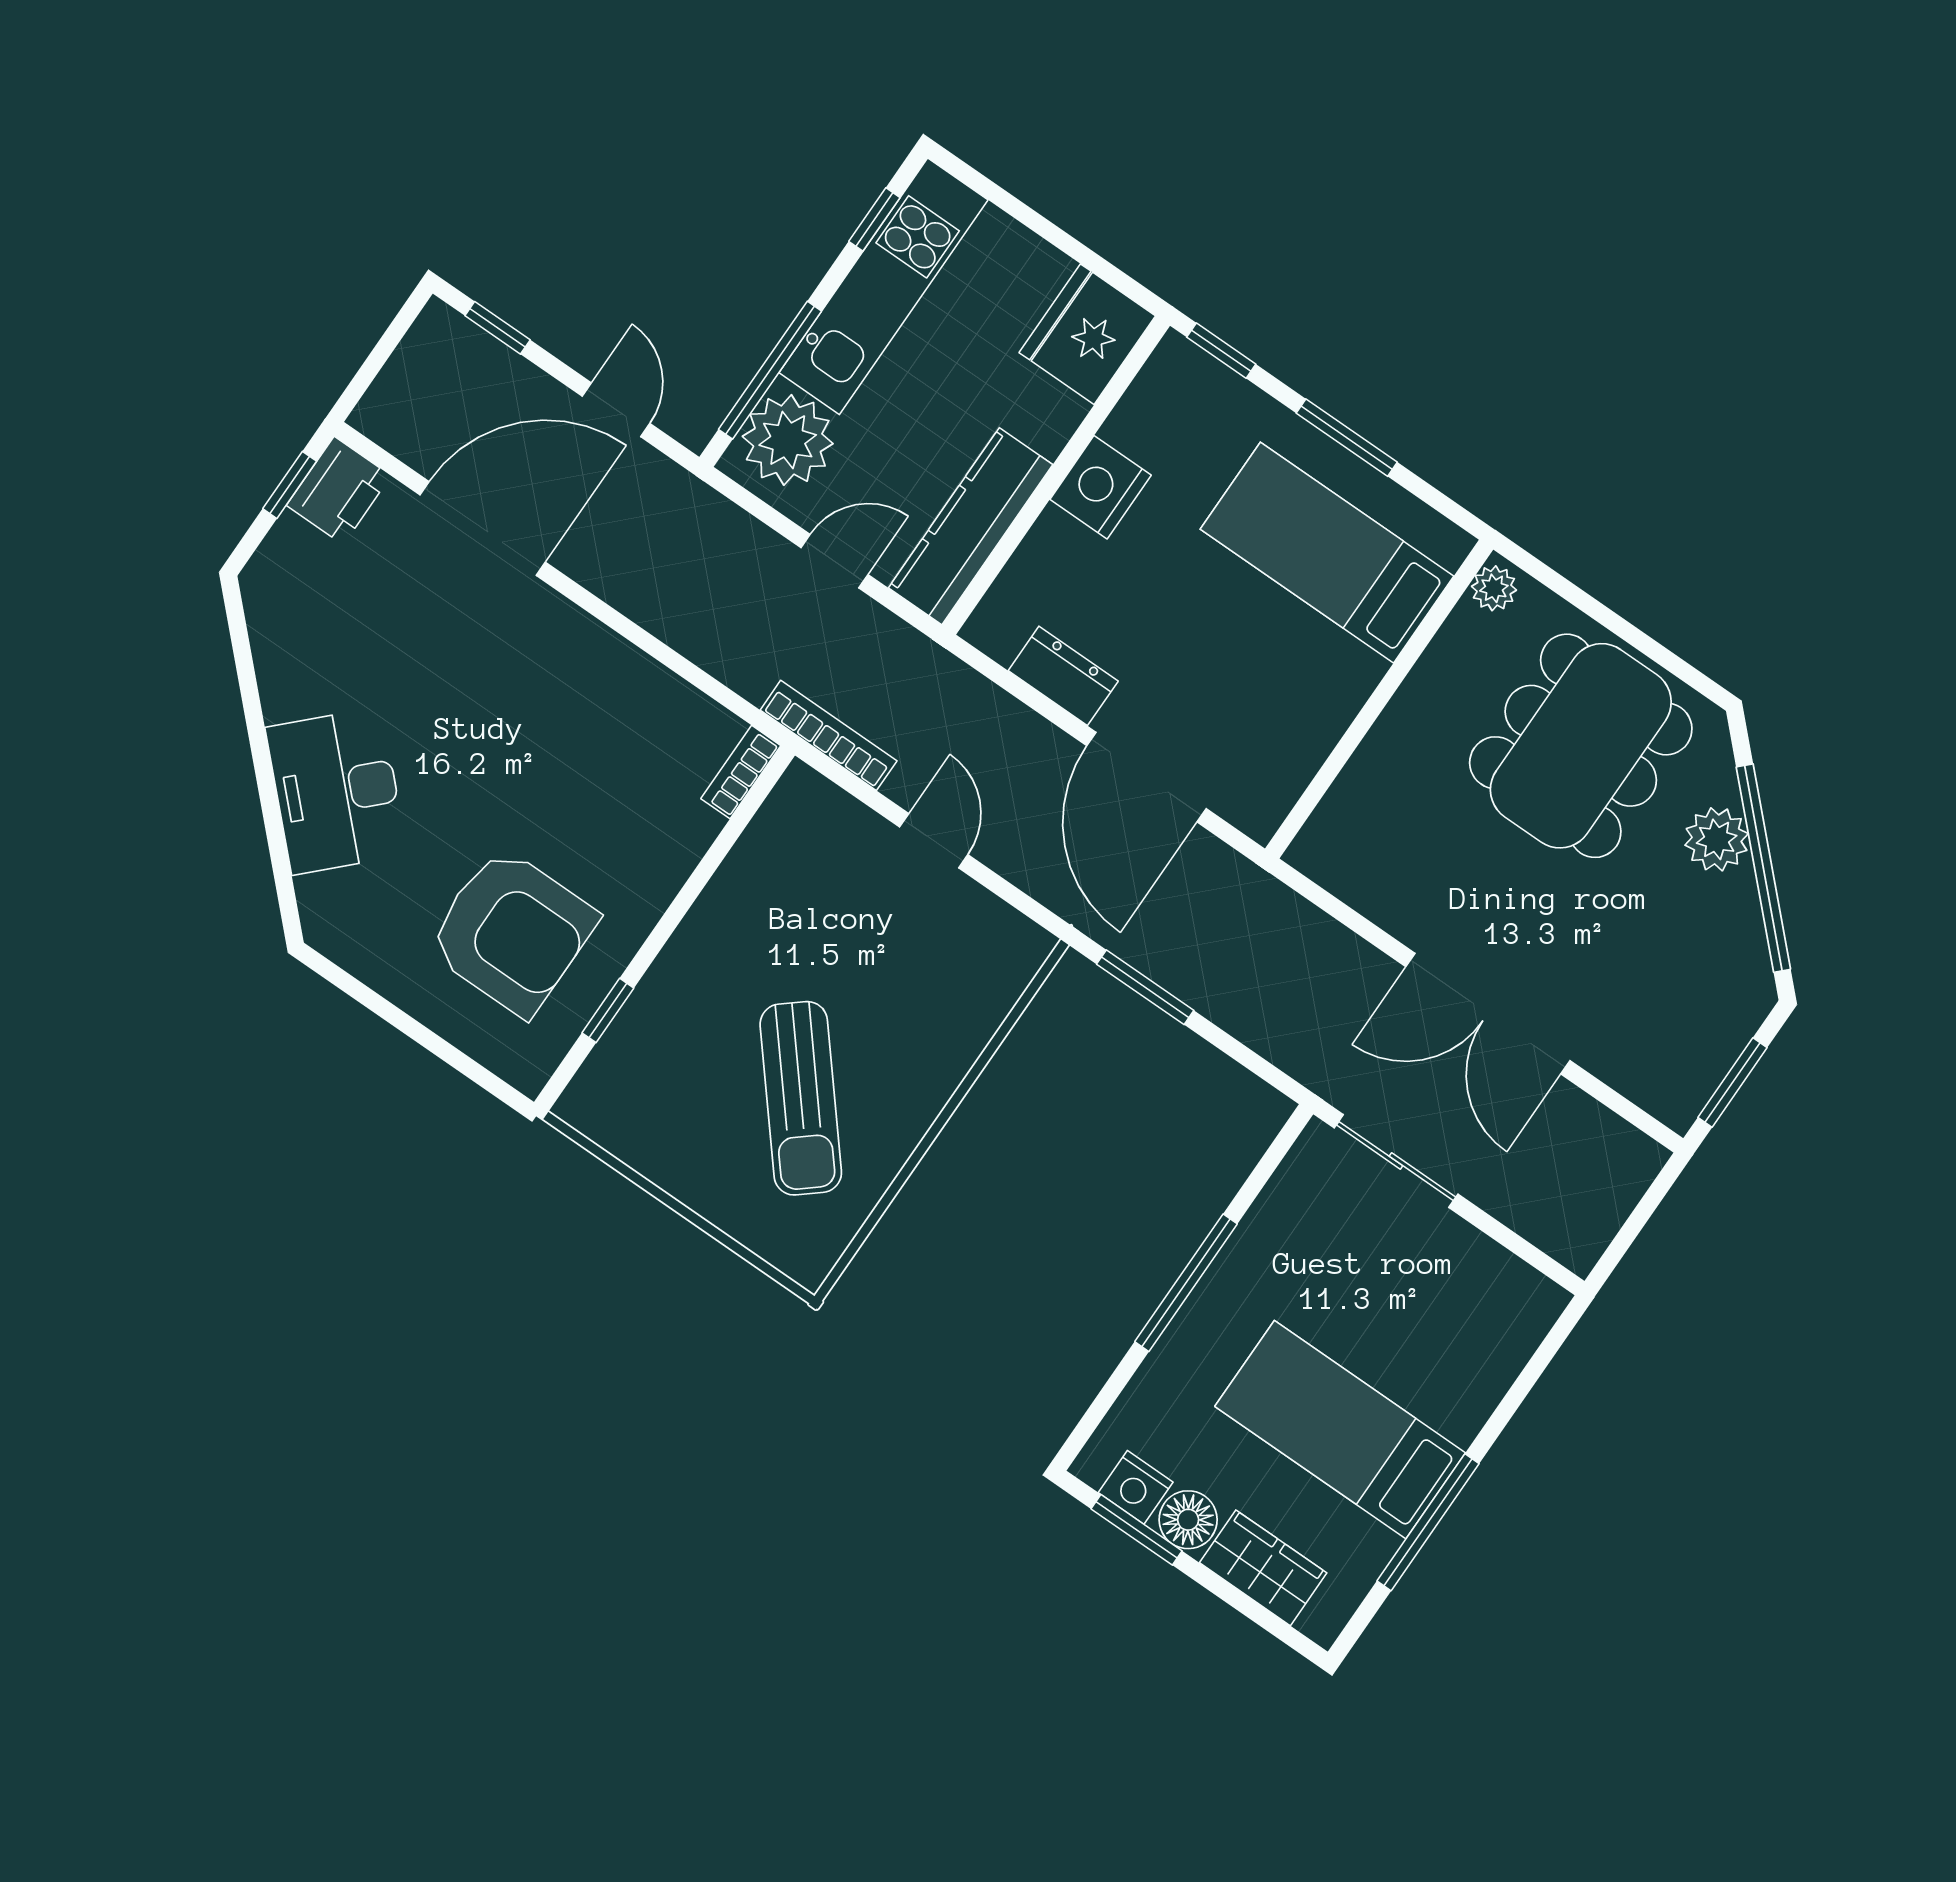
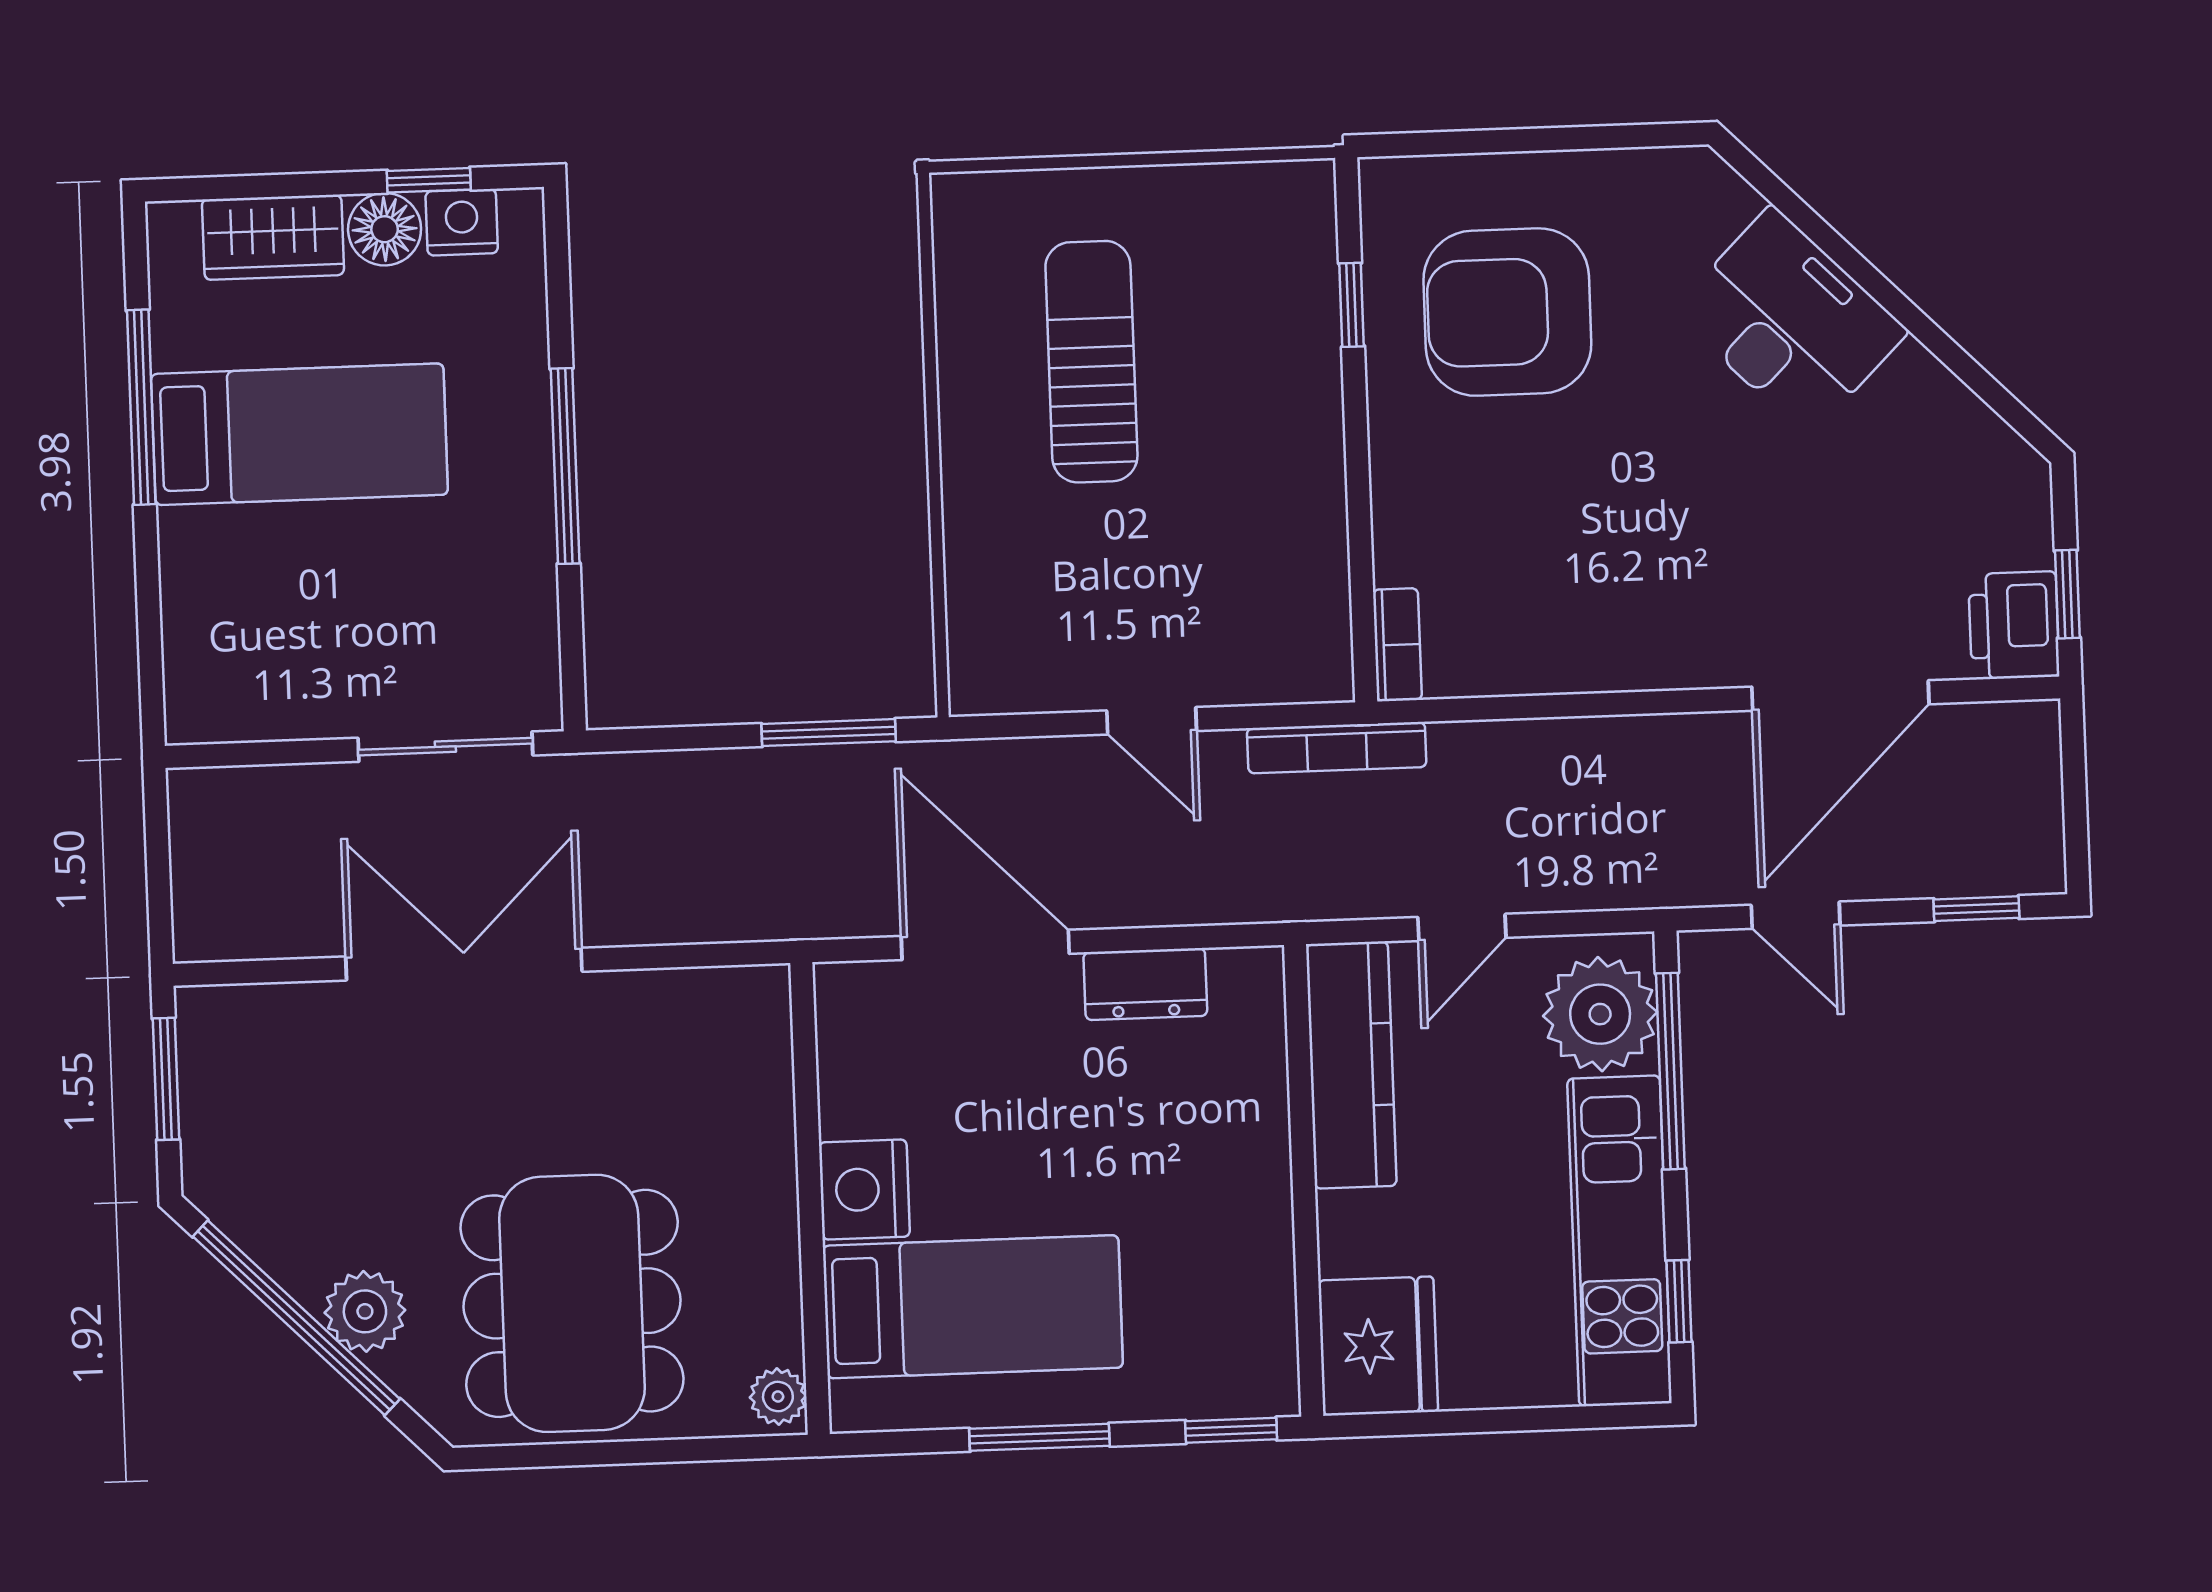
nightstand: (1101, 487) -> (864, 1189), moved, turned 180
sun lounger: (801, 1098) -> (1091, 362), turned 40
window: (1137, 1530) -> (429, 180), width x0.67

